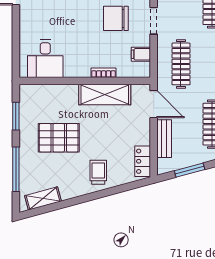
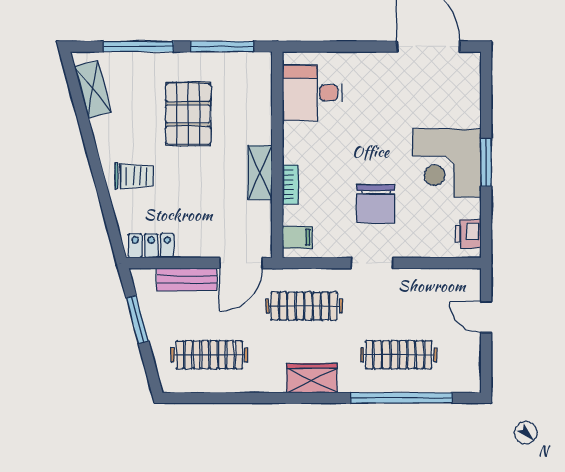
chair: (116, 18) -> (376, 204), turned 180
filing cabinet: (141, 54) -> (297, 237), moved, turned 90
shelving: (105, 95) -> (260, 173), width x0.67, depth x0.75
window: (16, 116) -> (222, 47), width x1.44

